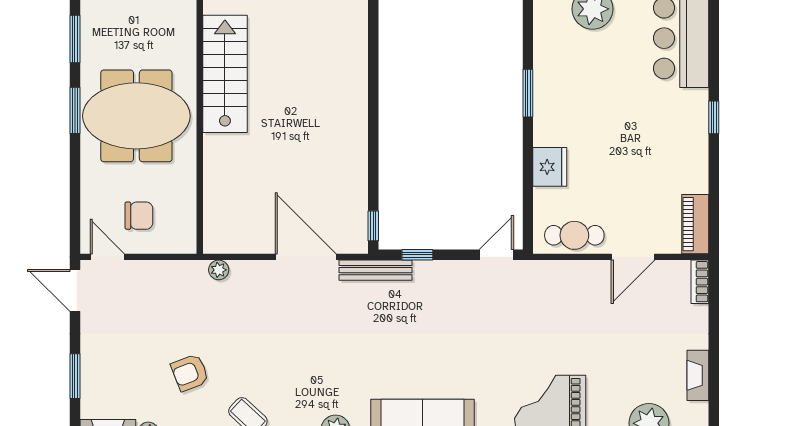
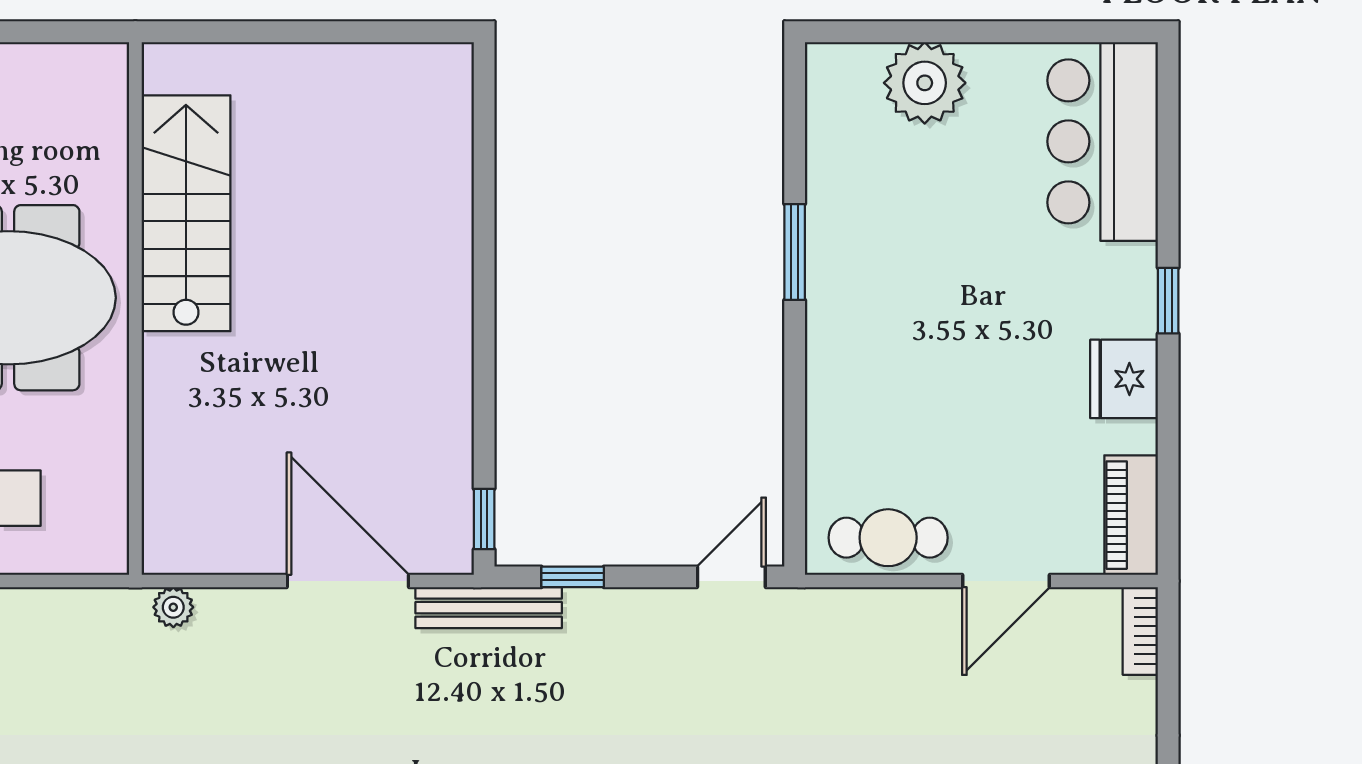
fridge: (550, 167) -> (1124, 379), moved, turned 180

